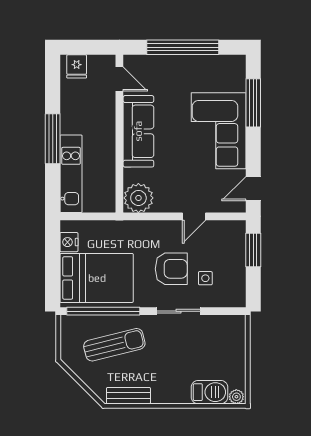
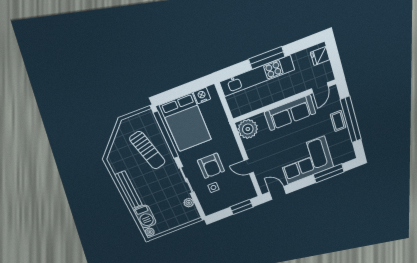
coffee table: (177, 66) -> (338, 121), added
kitchen unit: (71, 174) -> (257, 76), width x1.36
plant: (214, 322) -> (189, 203), added
bench: (128, 396) -> (129, 190), moved, width x1.36

